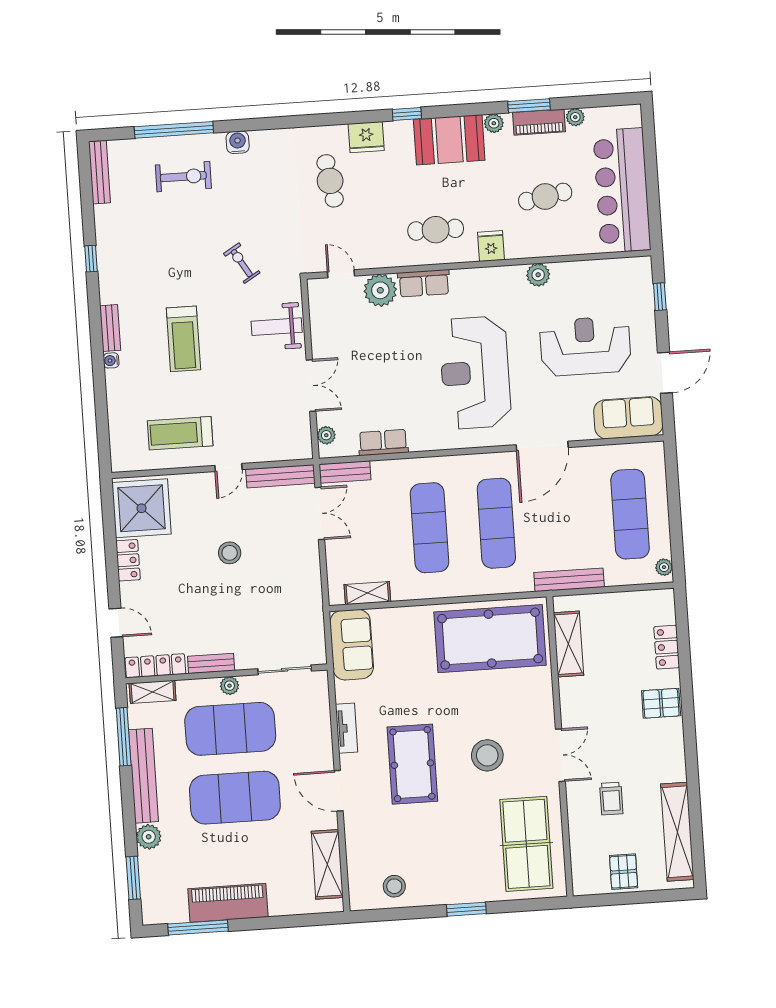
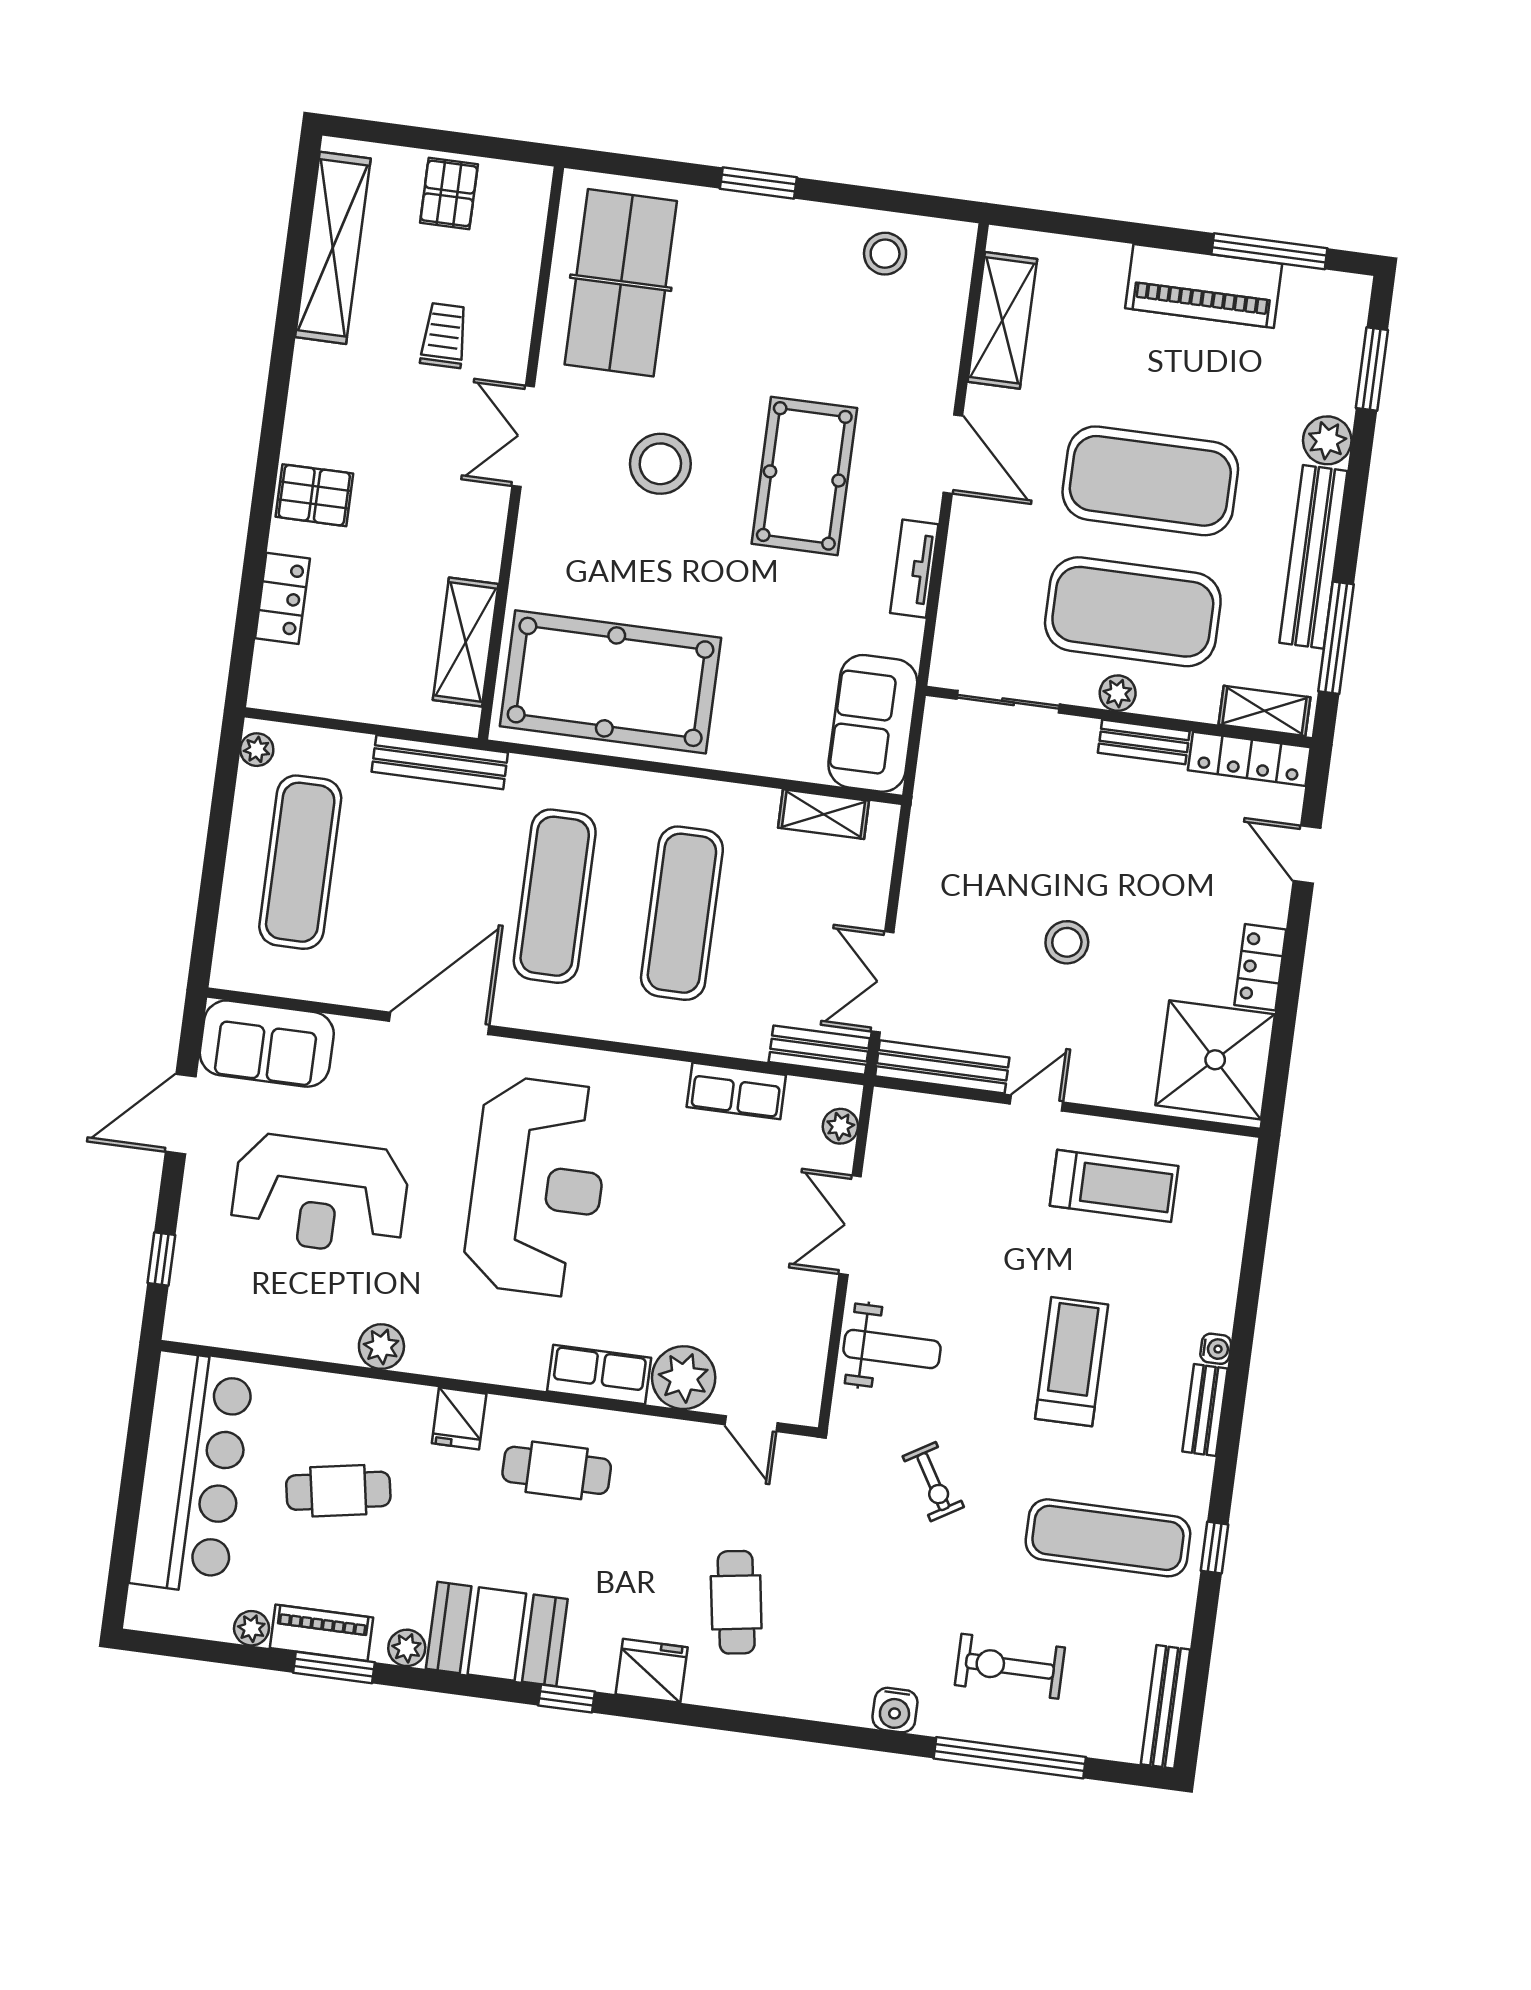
exercise mat: (147, 253) -> (1108, 1538), added

